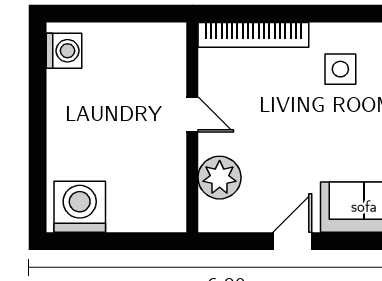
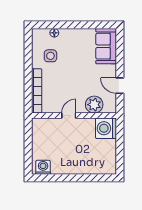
washing machine: (80, 207) -> (106, 128), moved
door: (292, 241) -> (120, 86), moved

